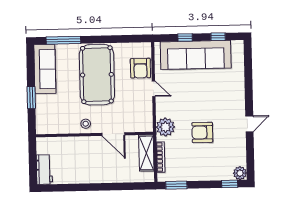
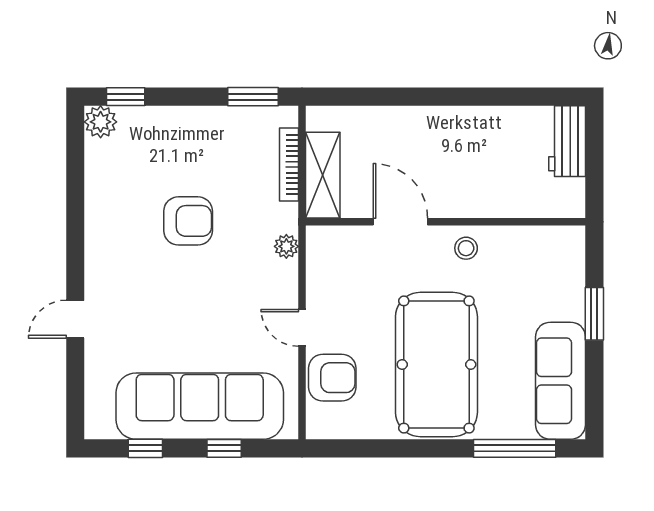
armchair: (140, 68) -> (332, 378), turned 90
door: (249, 124) -> (75, 319), moved
plant: (165, 127) -> (286, 246), width x0.53, depth x0.53

